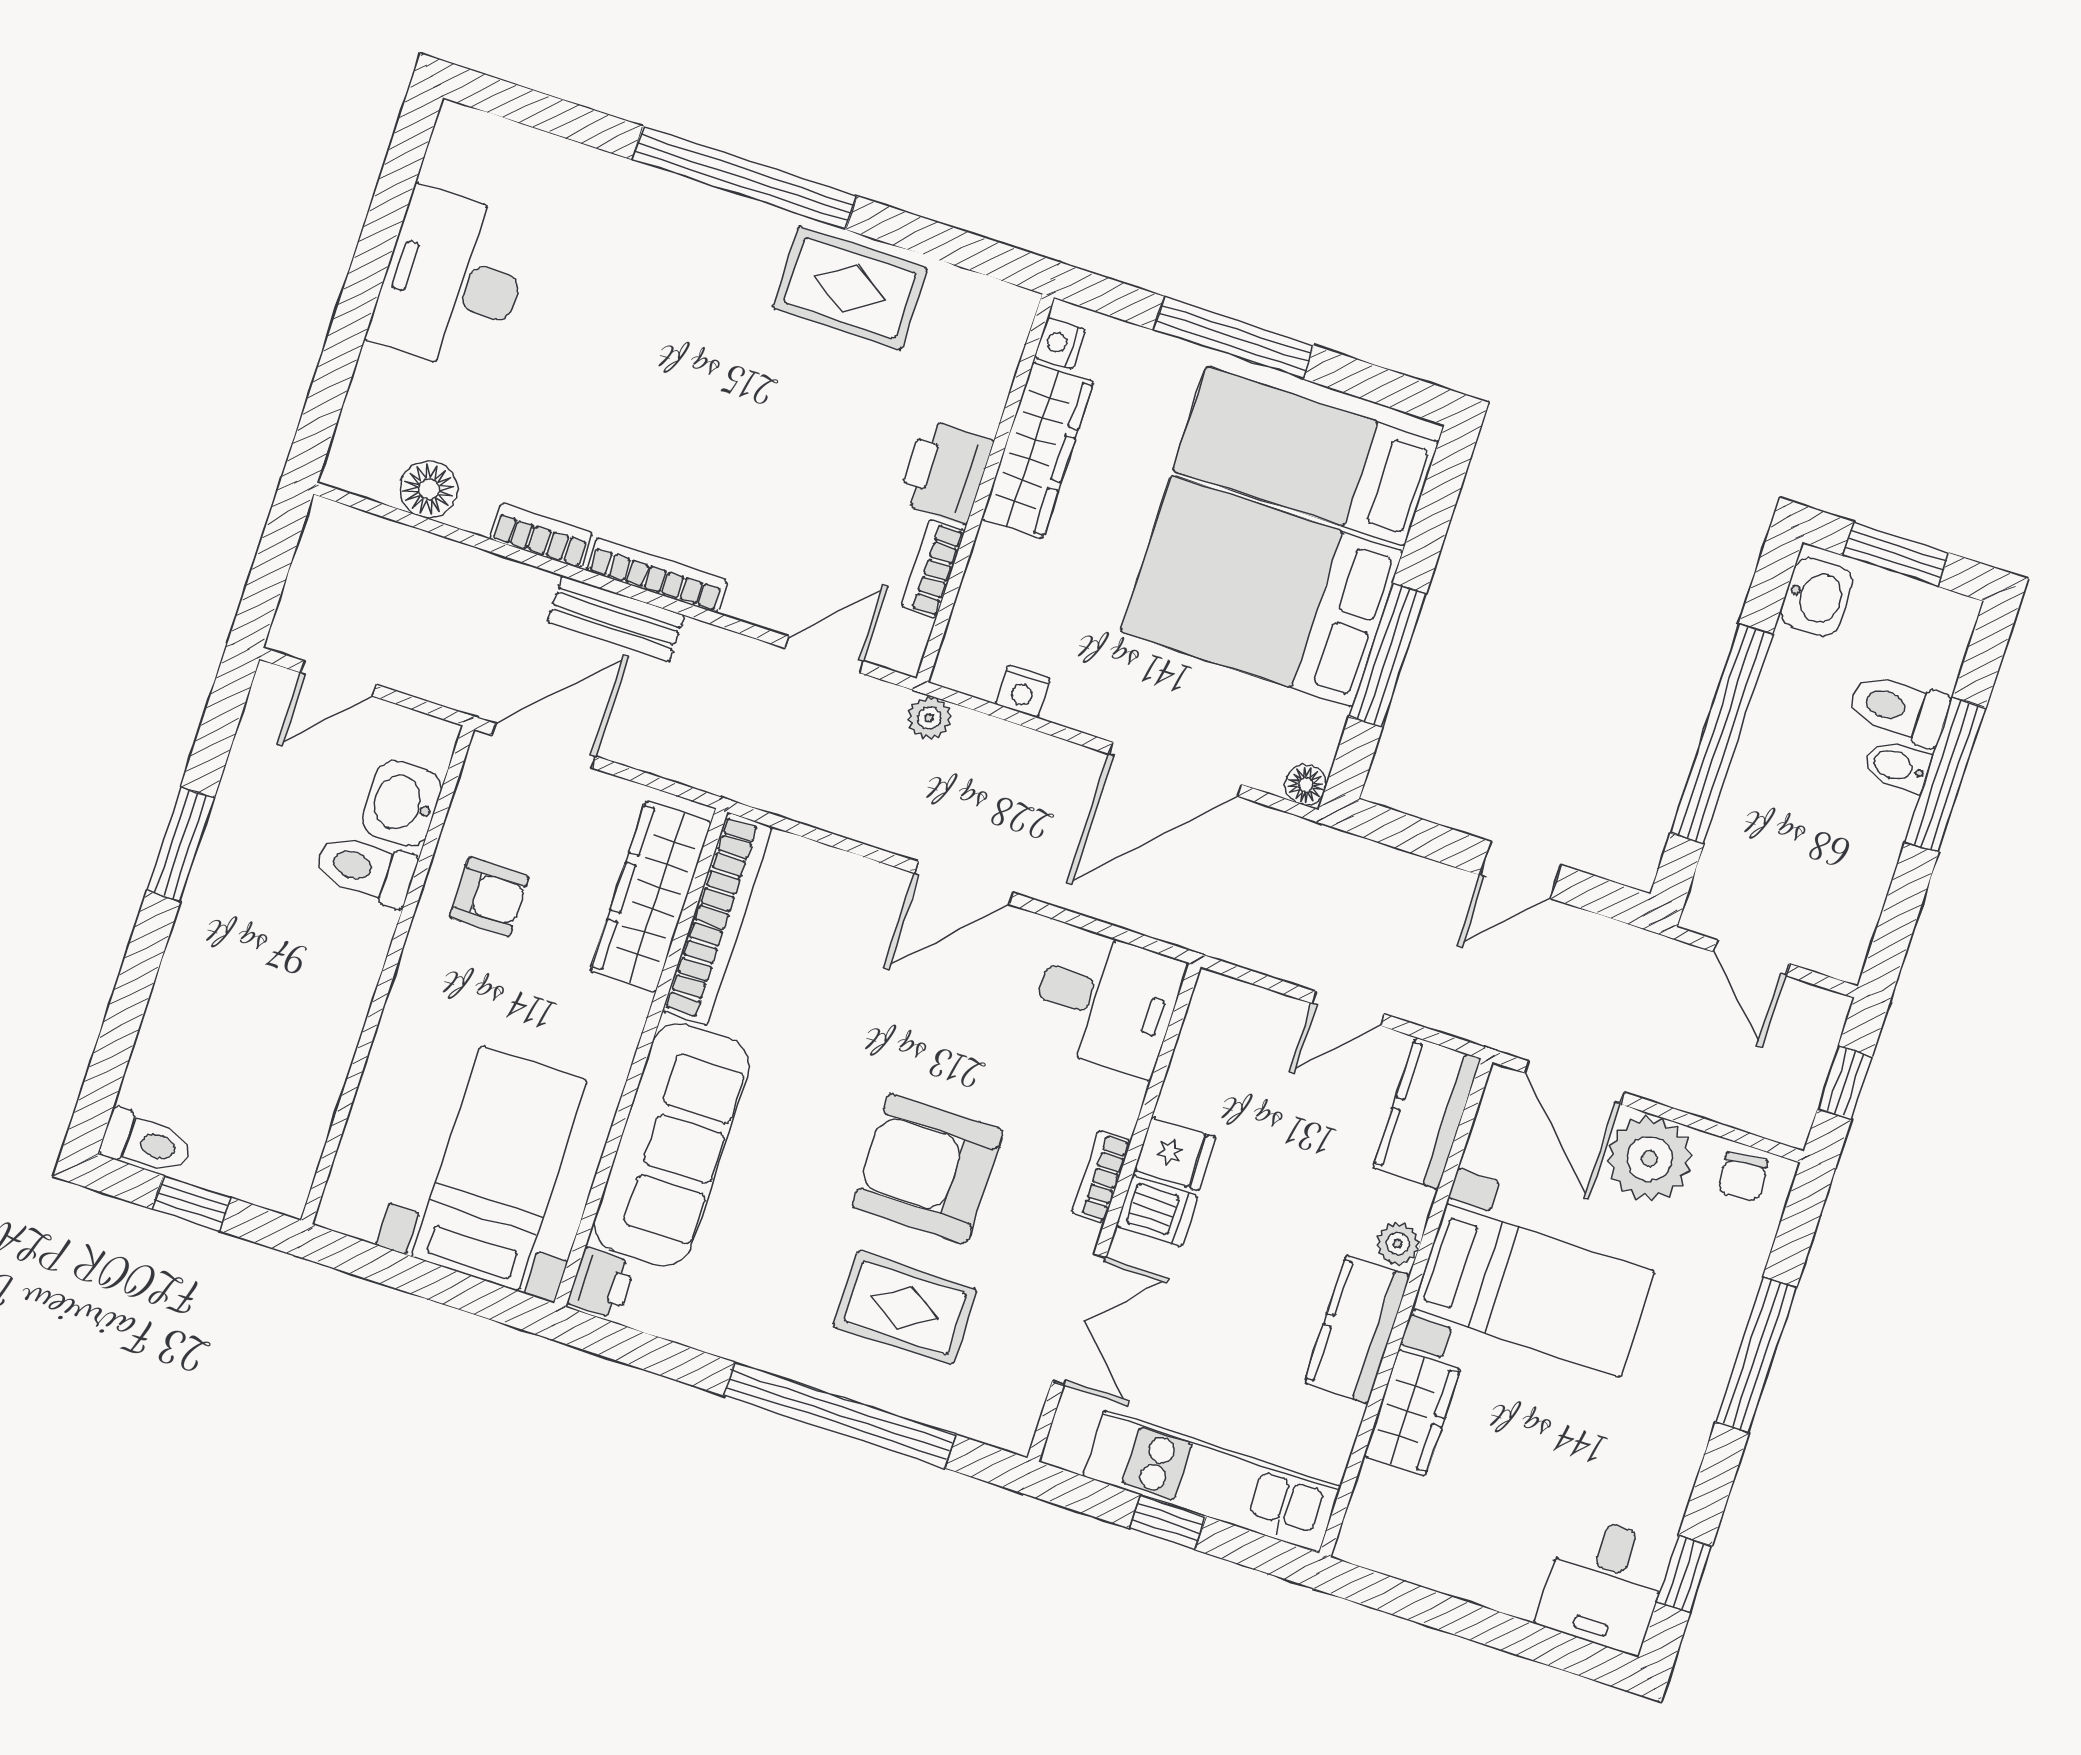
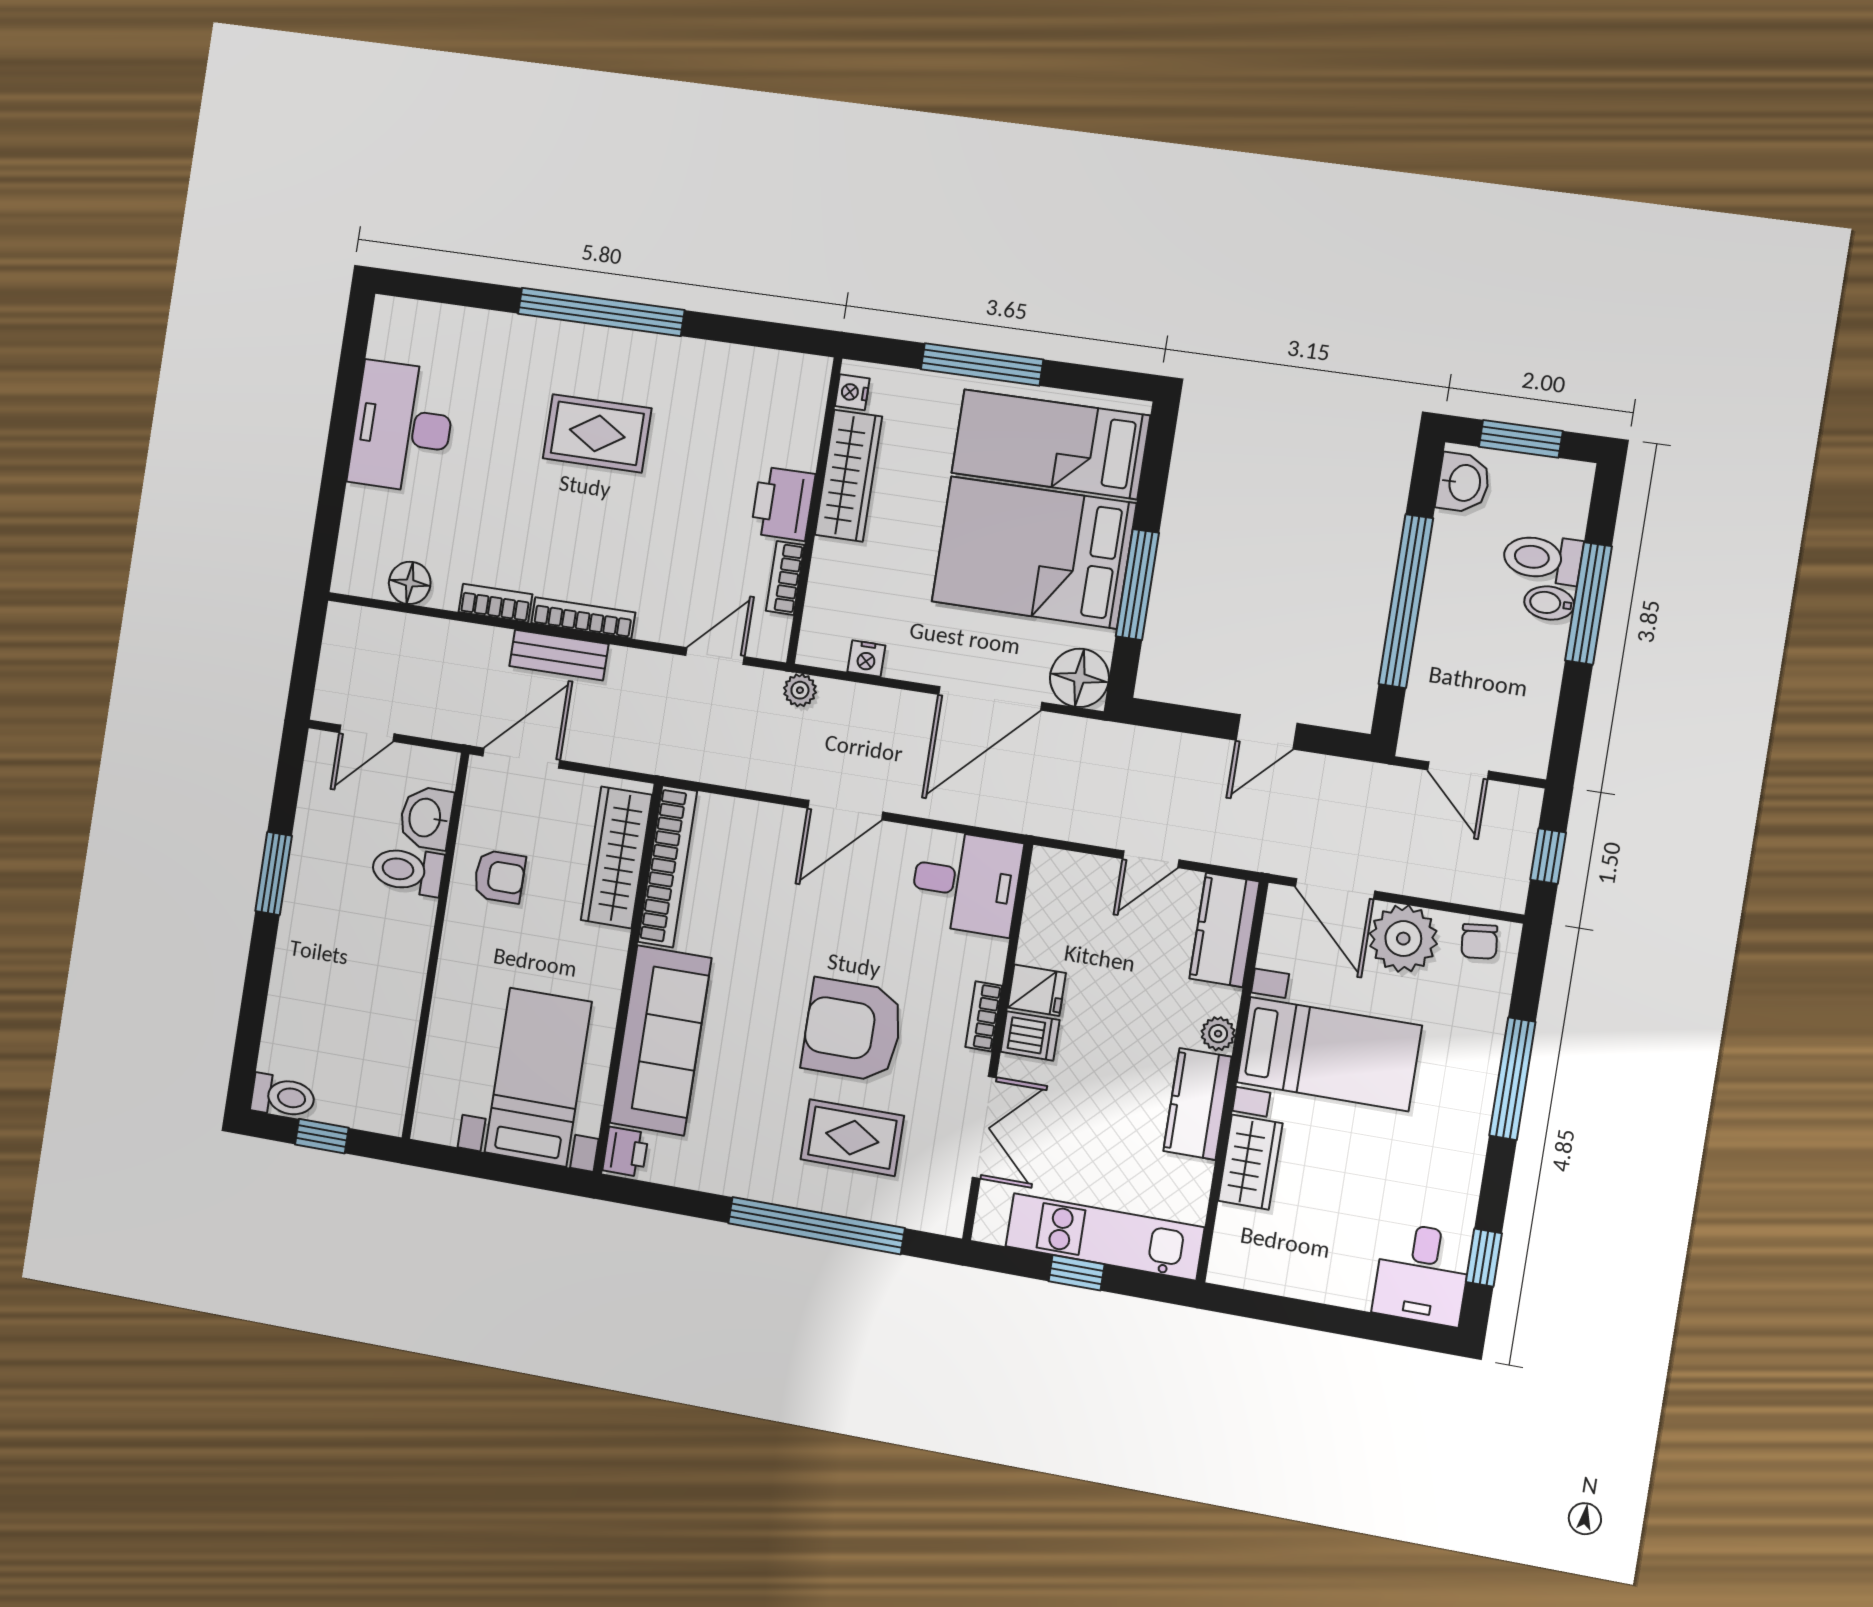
rug: (850, 288) -> (597, 433), moved
floor lamp: (1306, 785) -> (1079, 678), width x1.89, depth x1.89

